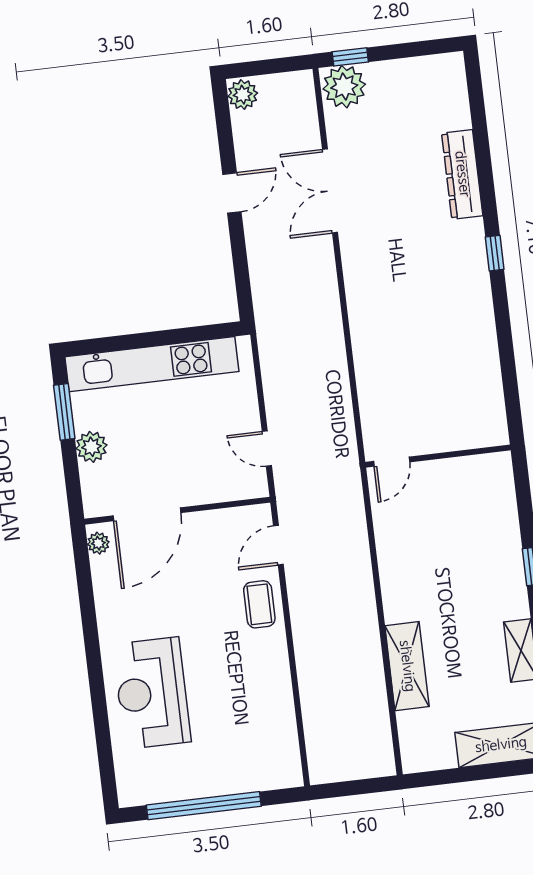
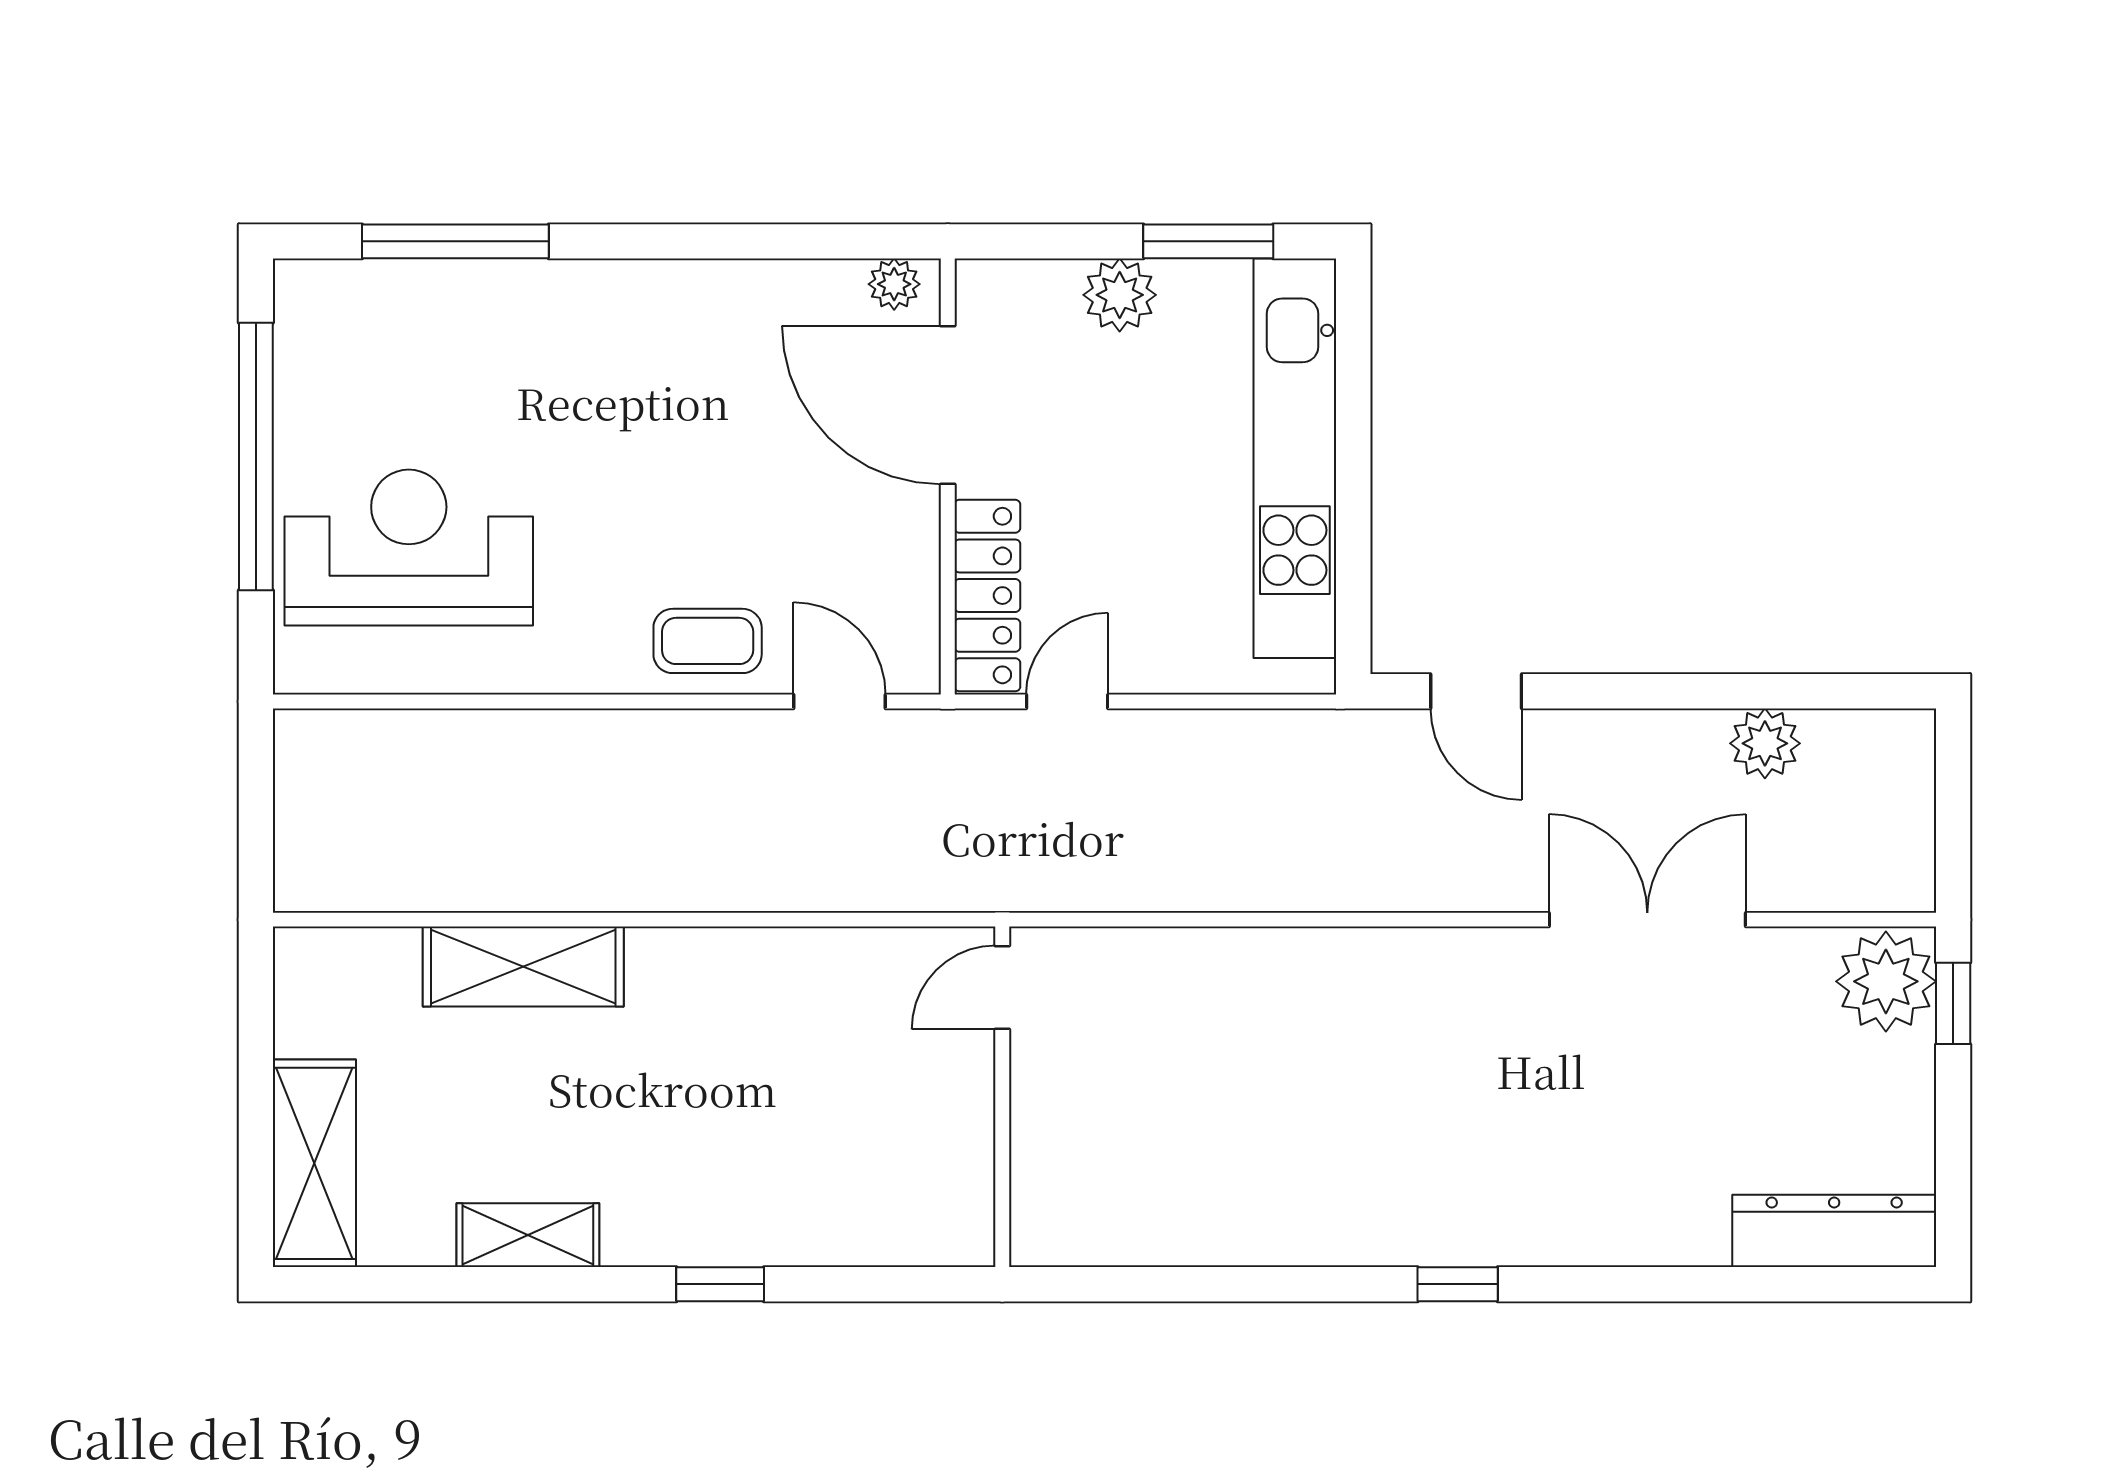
plant: (243, 95) -> (1765, 743), moved
dresser: (462, 174) -> (1834, 1231), moved
door: (232, 193) -> (1476, 691), moved
door: (392, 462) -> (1002, 987), hinge flipped
locker: (226, 488) -> (987, 596), added
reception desk: (152, 693) -> (409, 548), moved
window: (102, 732) -> (455, 241), added

